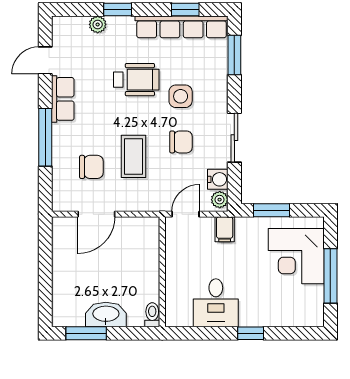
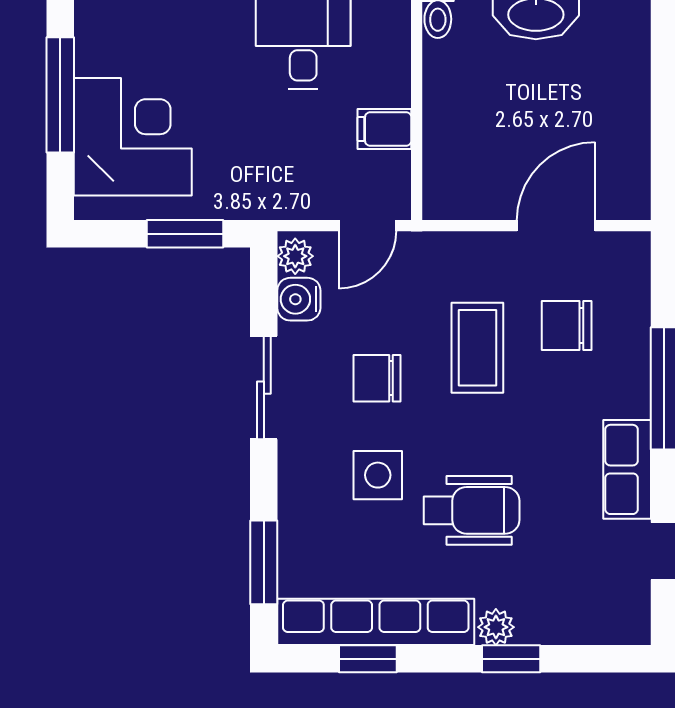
plant: (98, 24) -> (496, 627), moved
wheelchair: (136, 80) -> (471, 510), turned 180
filing cabinet: (225, 229) -> (384, 129), moved, turned -90

